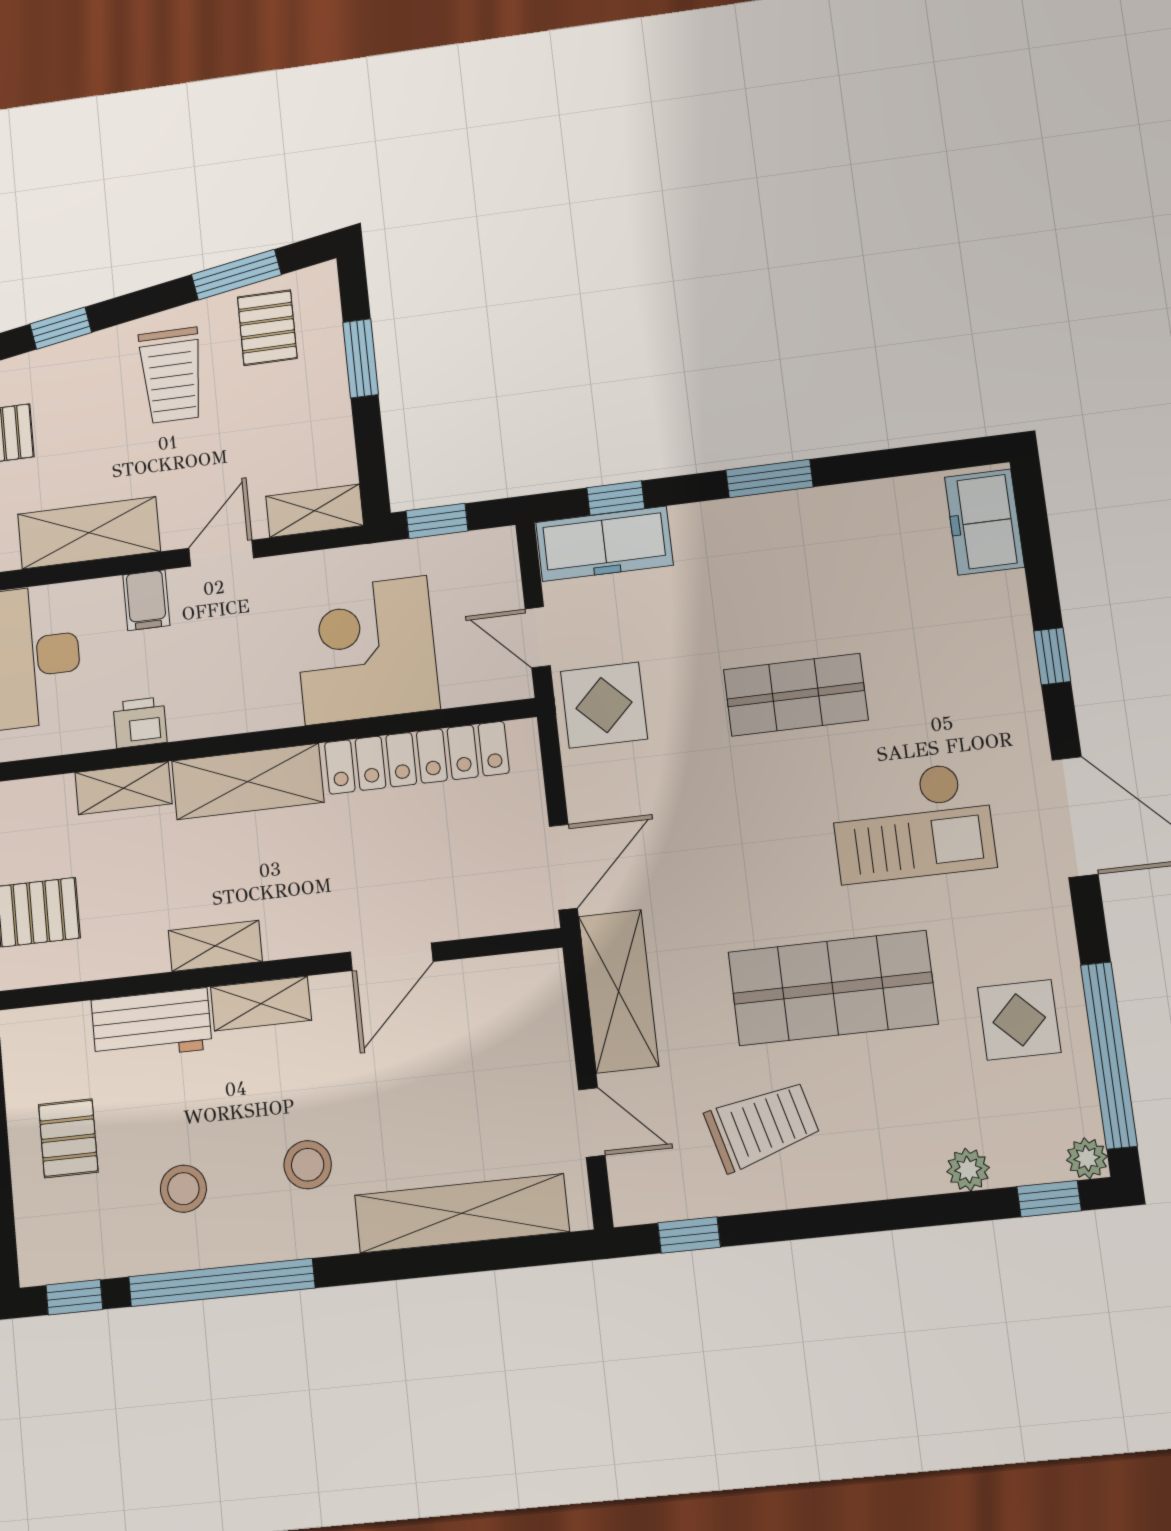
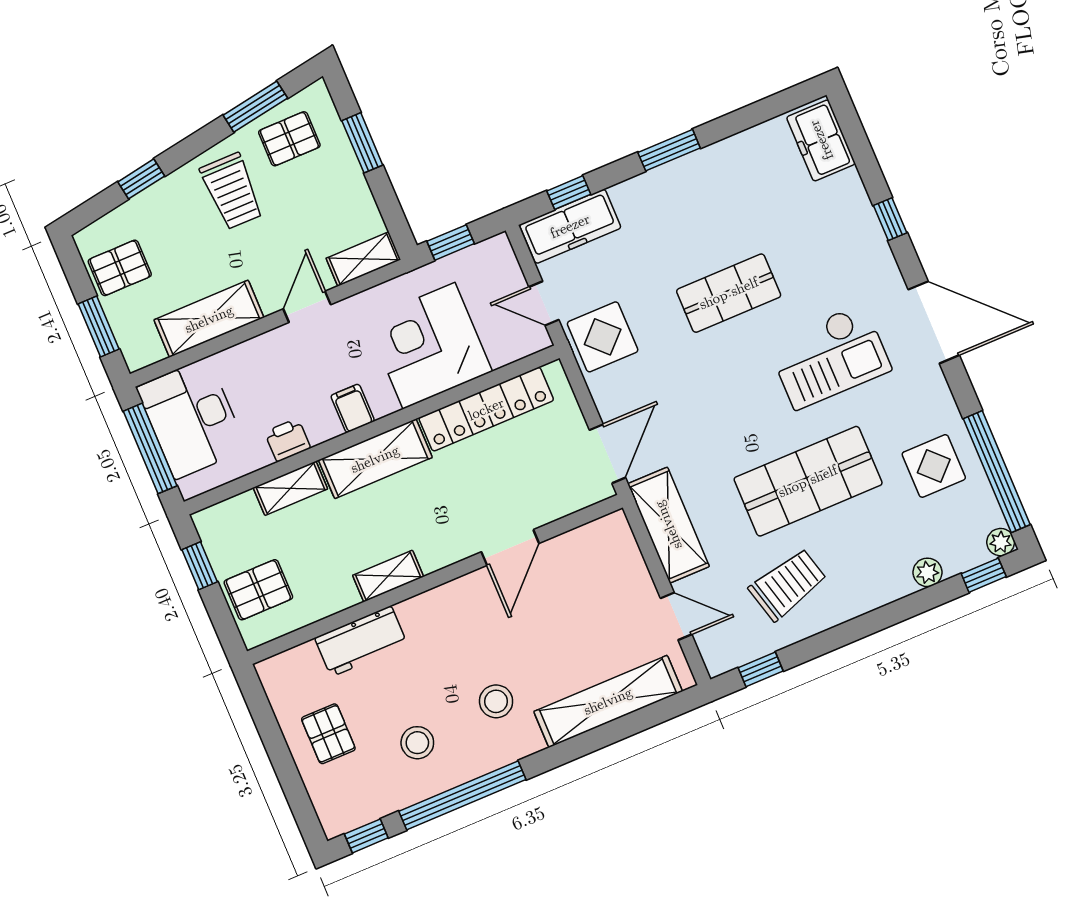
pallet: (267, 328) -> (289, 139), turned 90
filing cabinet: (146, 600) -> (353, 408), moved, turned 180
shelving: (261, 1004) -> (431, 605), removed

